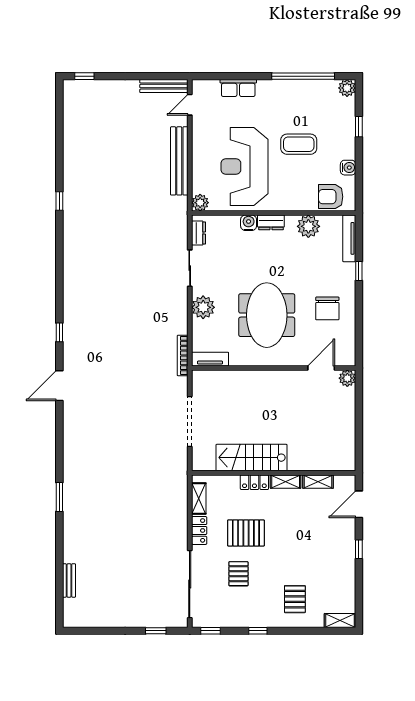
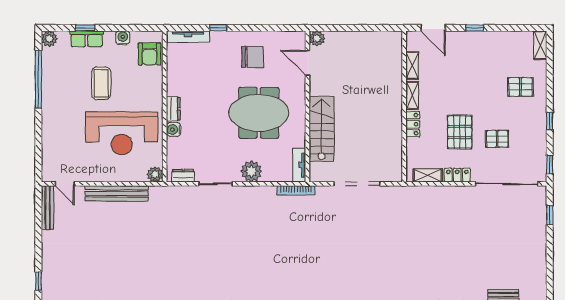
row of seats: (238, 88) -> (87, 39), moved, turned 90
plant: (308, 226) -> (177, 74), removed
stairs: (252, 458) -> (322, 129), moved, turned 180

